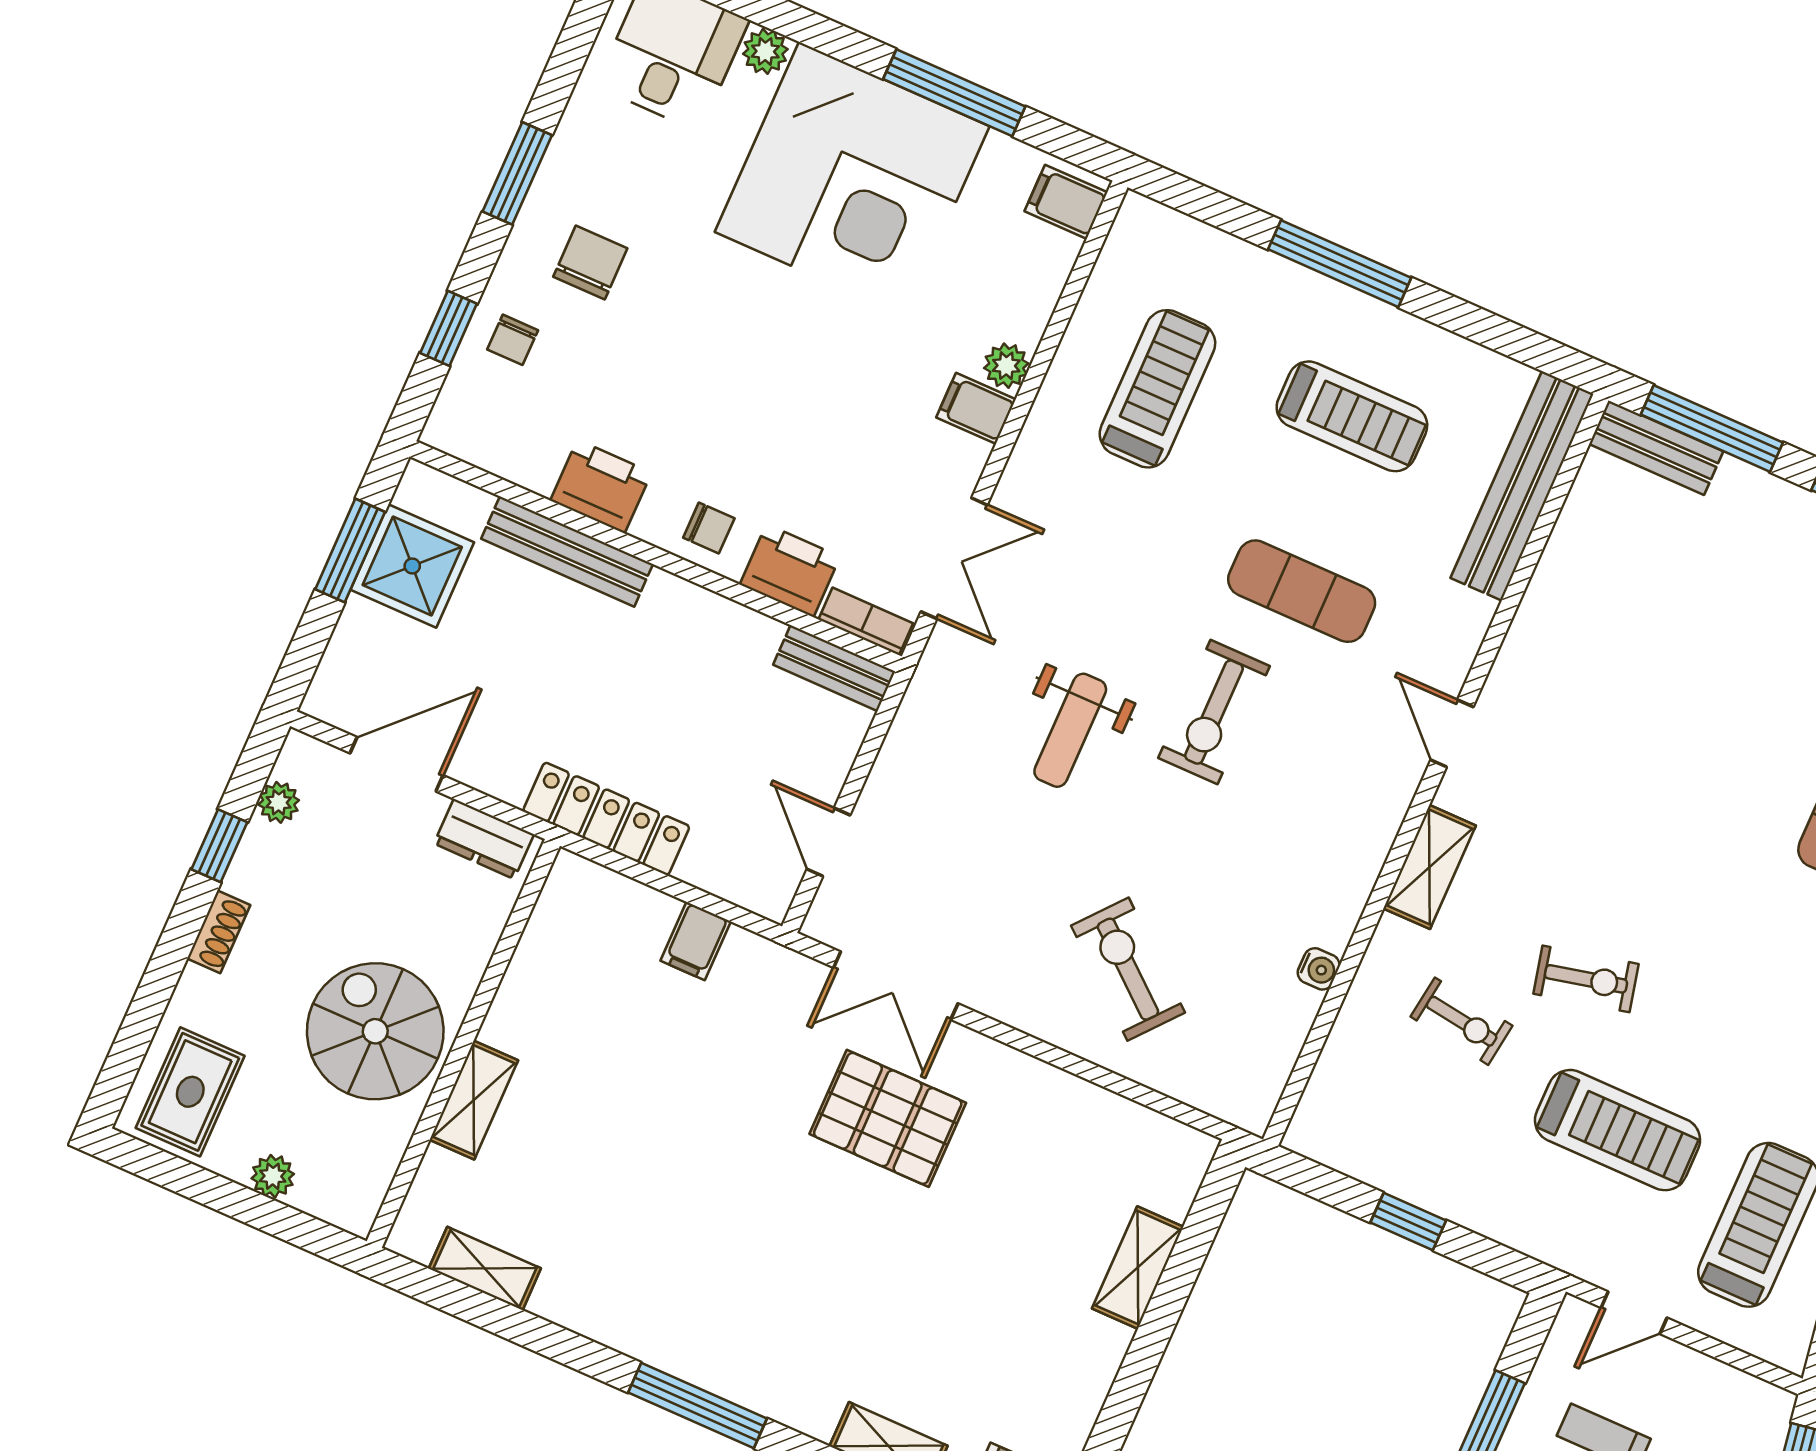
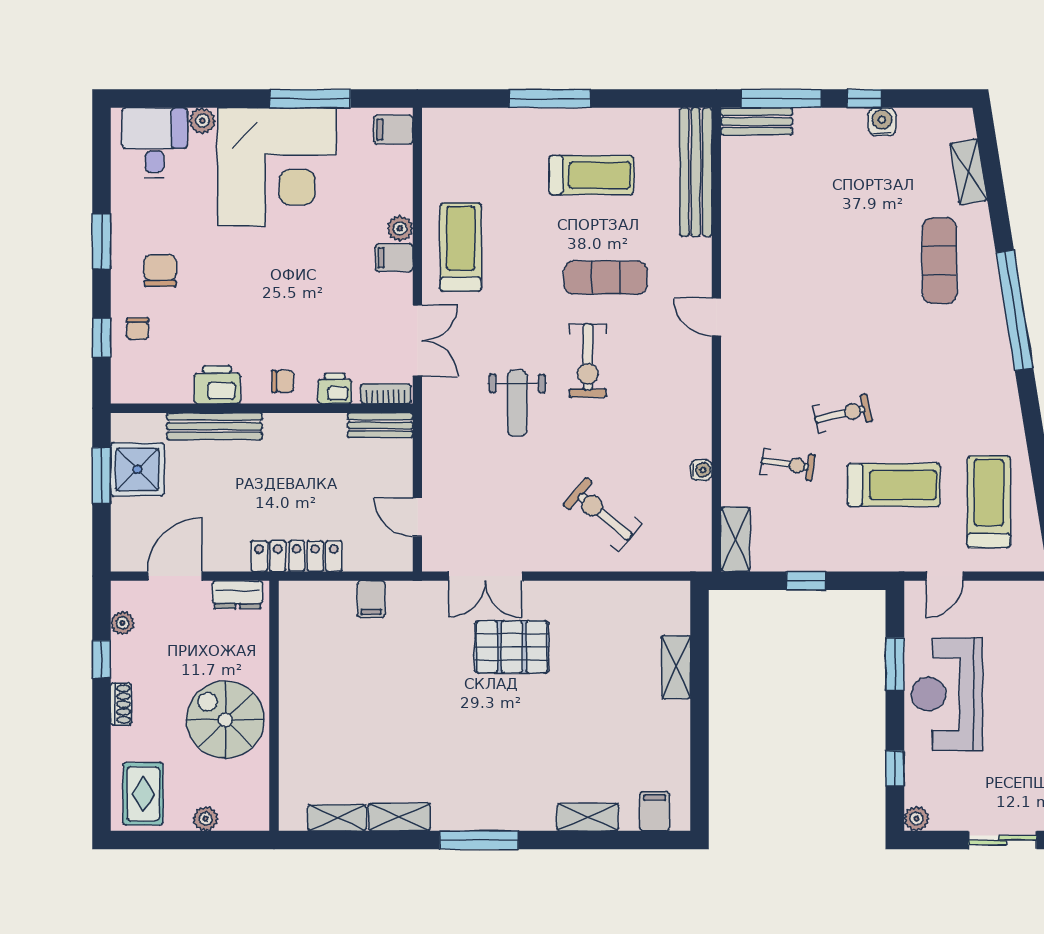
treadmill: (1157, 389) -> (461, 247), moved
printer: (790, 571) -> (335, 388), width x0.73, depth x0.81
shelving: (1429, 867) -> (735, 539), moved
shelving: (474, 1100) -> (399, 817), moved, turned 90

